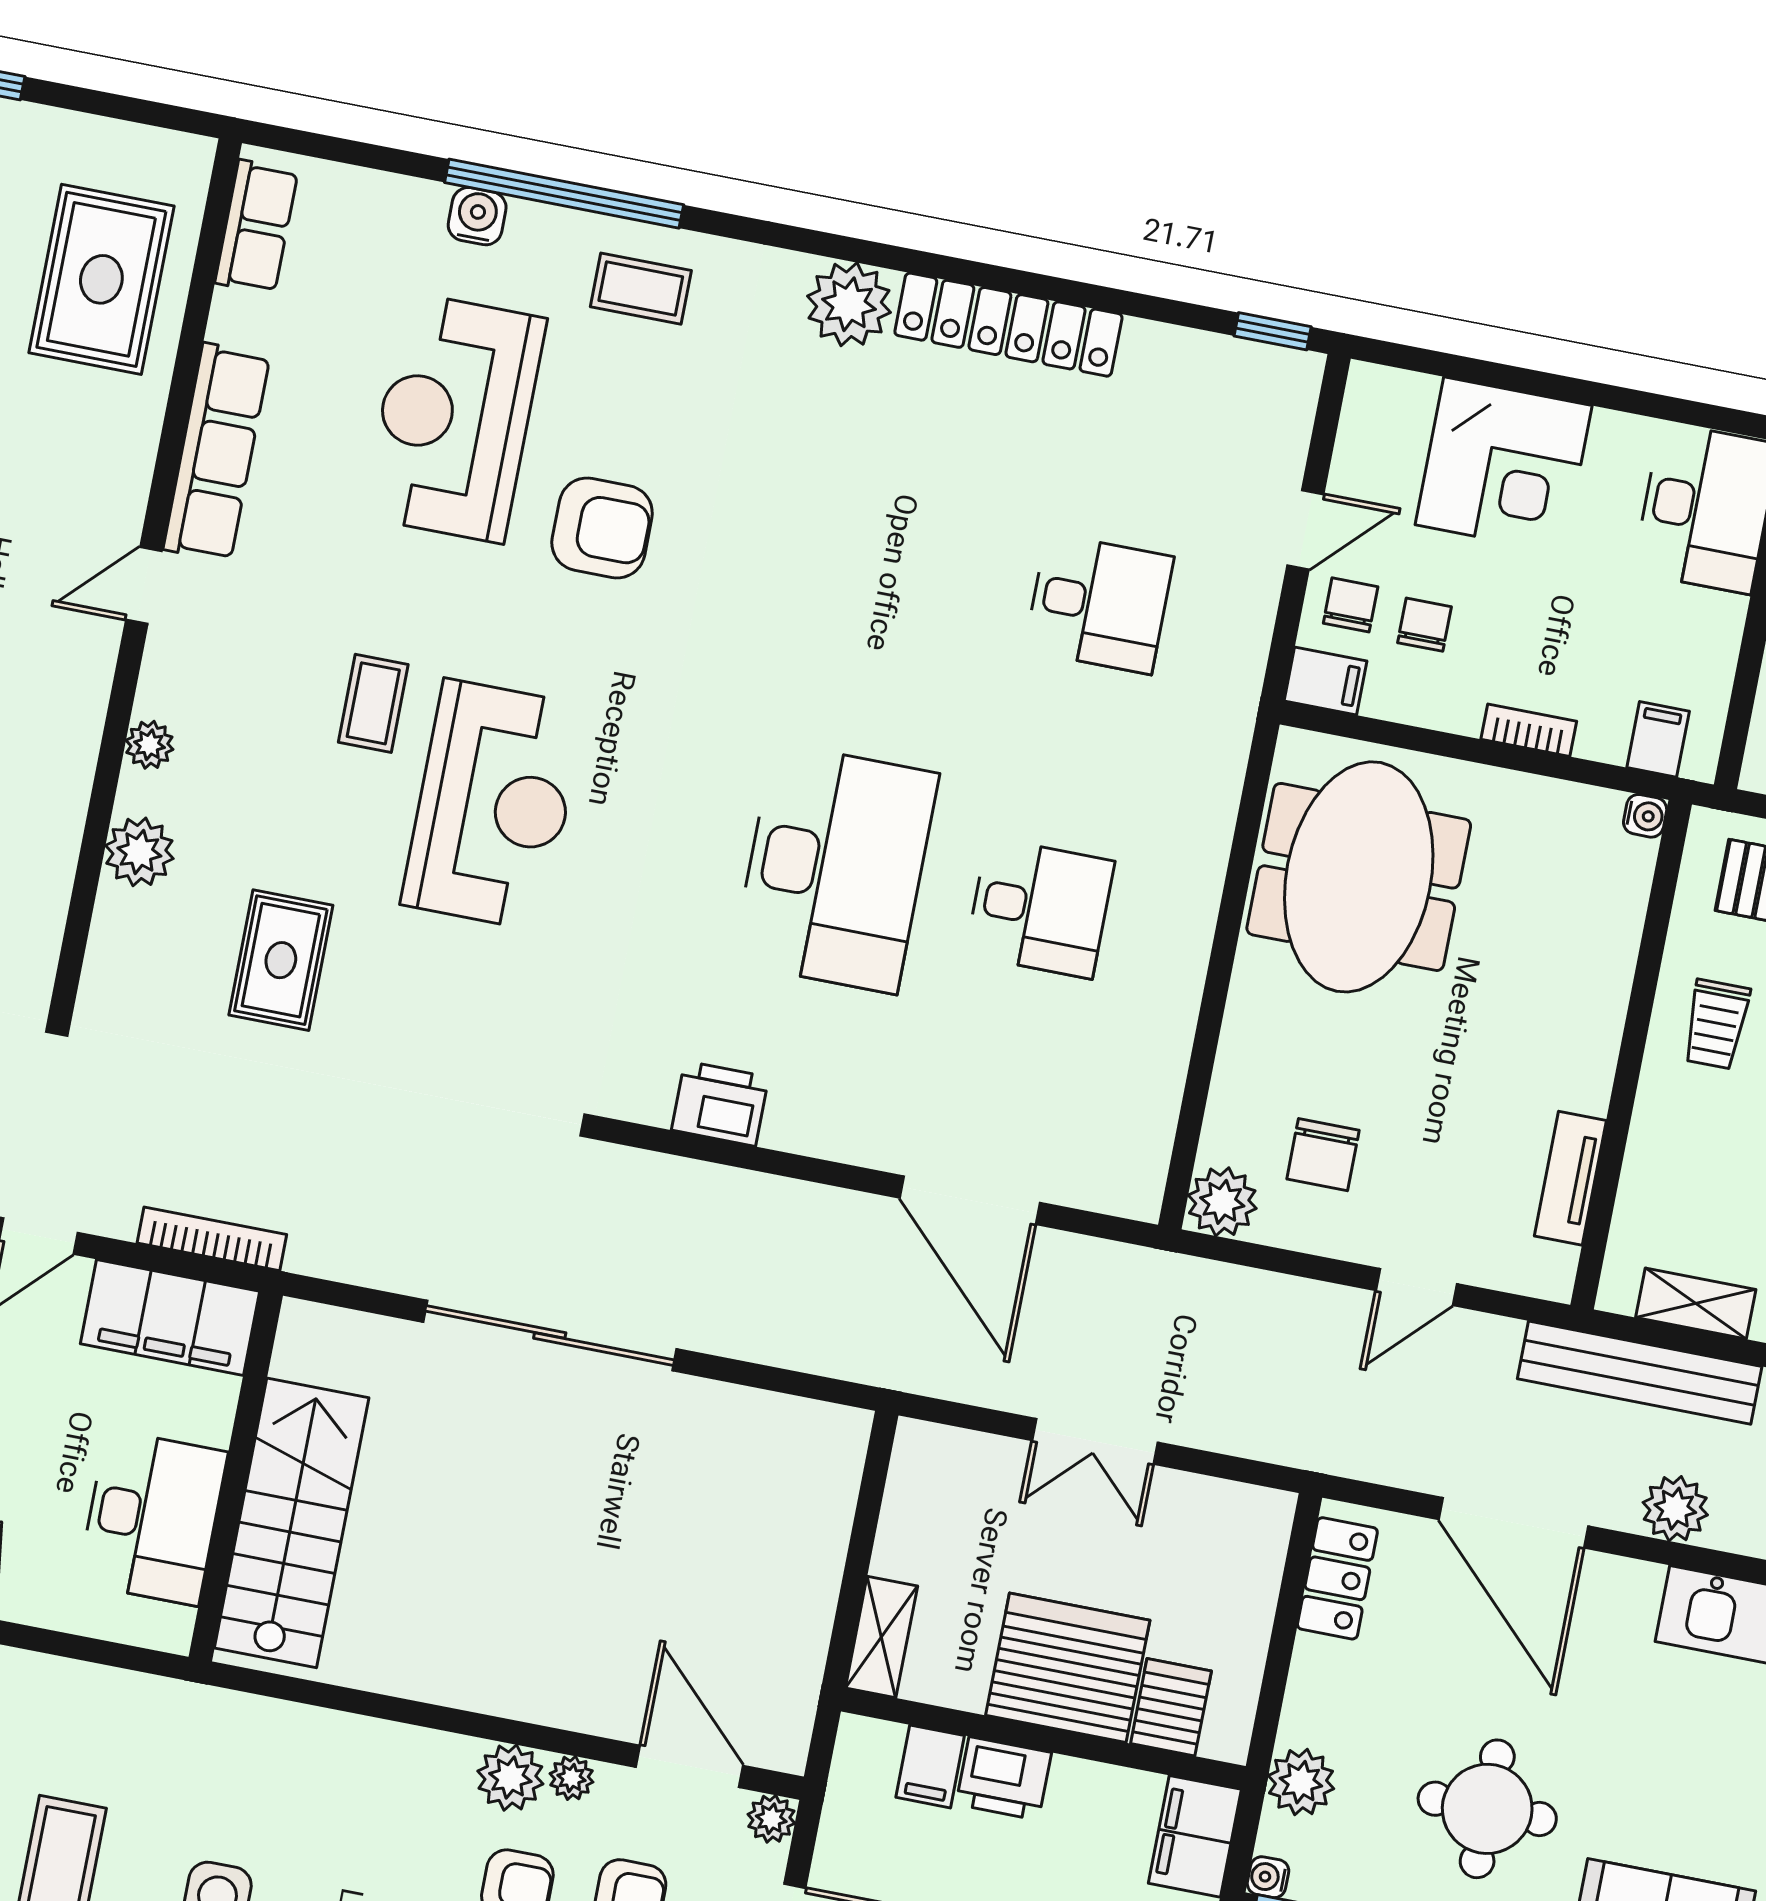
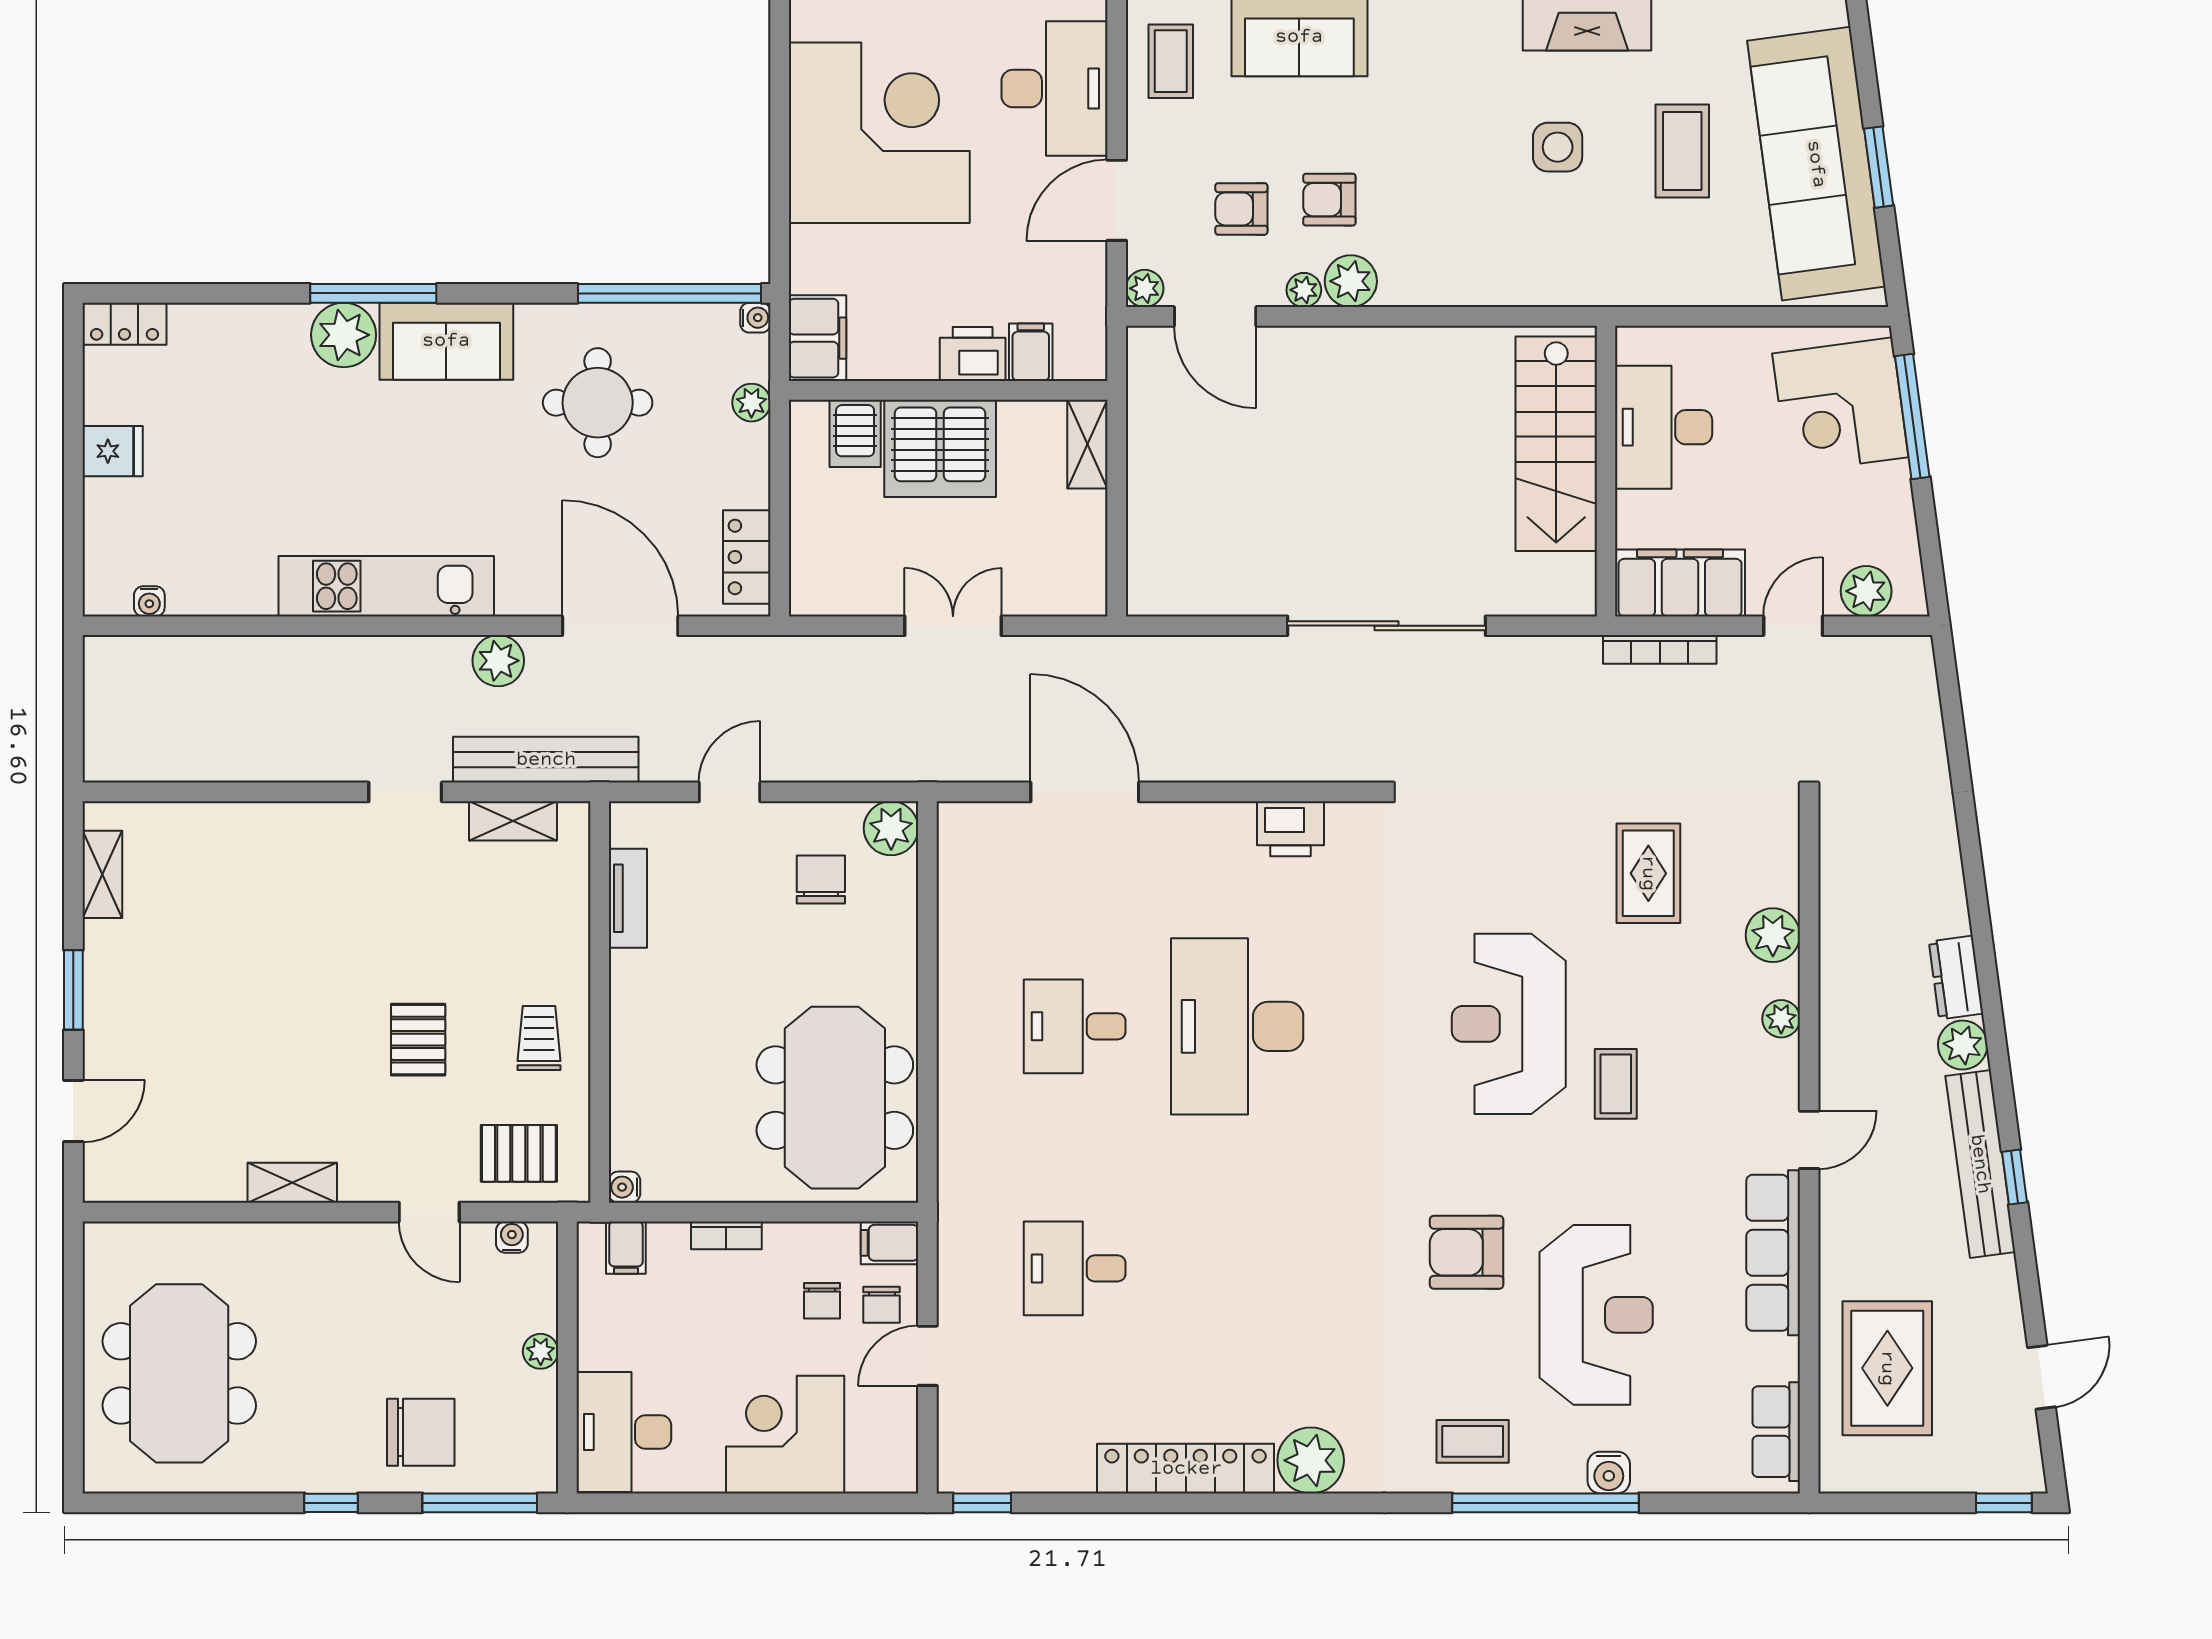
plant: (1301, 1782) -> (751, 403), width x0.73, depth x0.73

